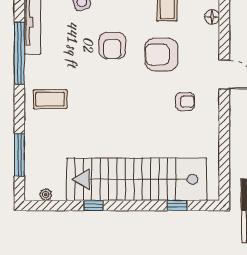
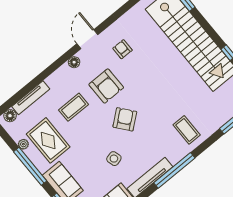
floor lamp: (212, 17) -> (74, 62), moved
armchair: (112, 46) -> (125, 119), turned -39

